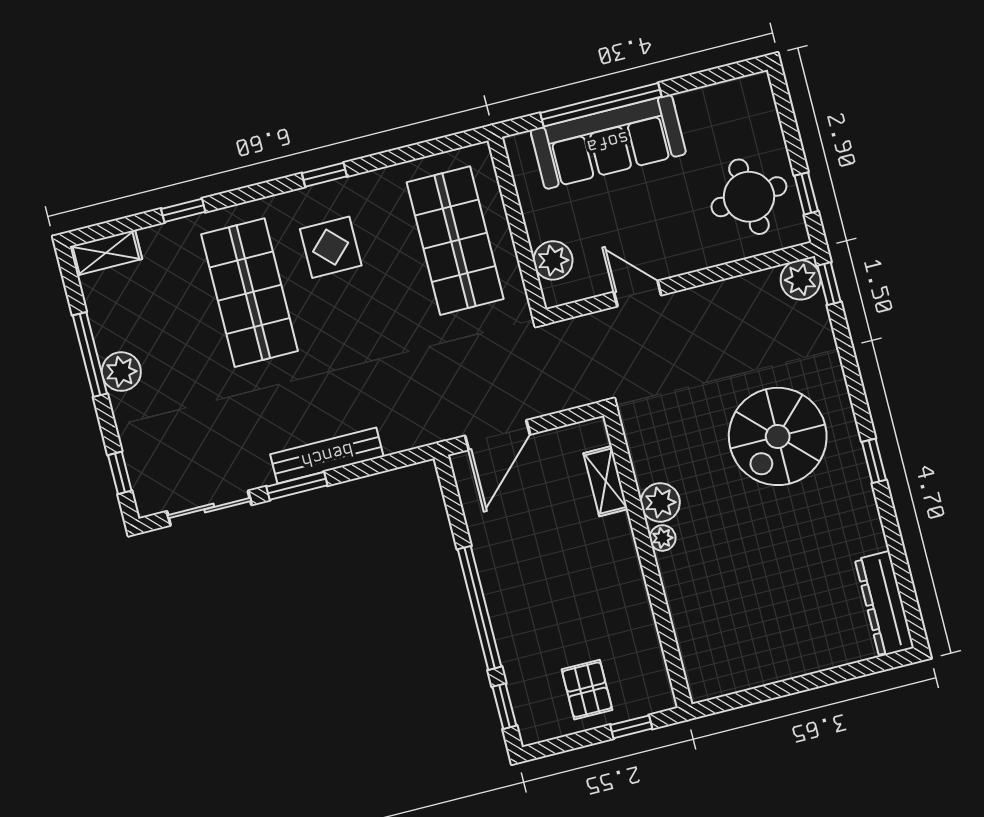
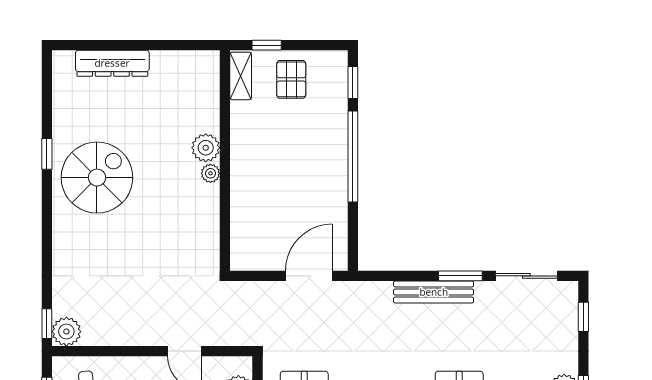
spiral stairs: (778, 436) -> (97, 178), moved
window: (874, 461) -> (47, 154), moved
shelving: (606, 481) -> (241, 76), moved
plant: (660, 502) -> (206, 148), moved
dresser: (884, 604) -> (112, 63), moved, turned 90

